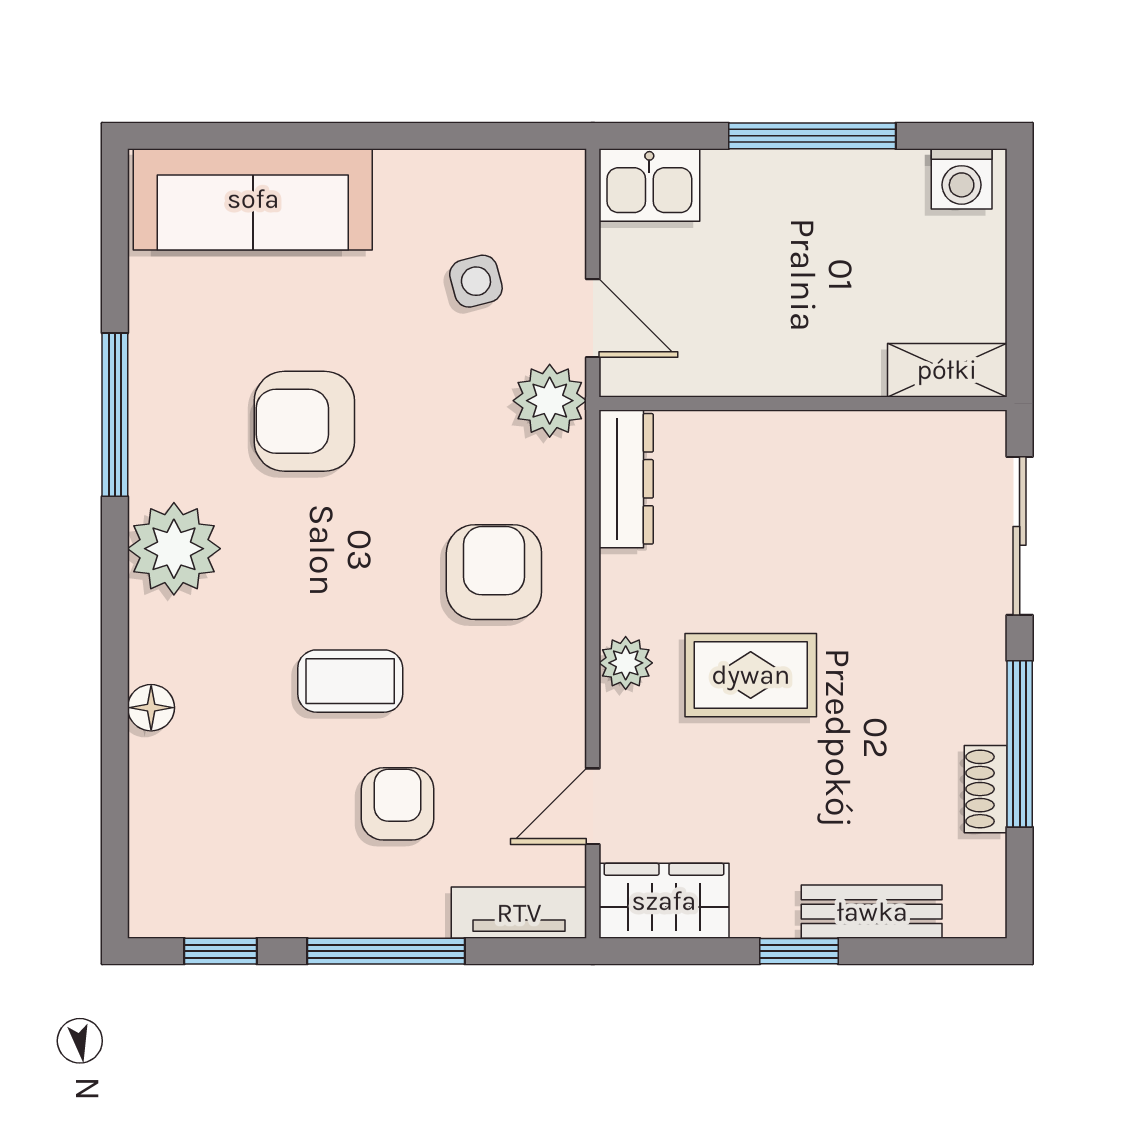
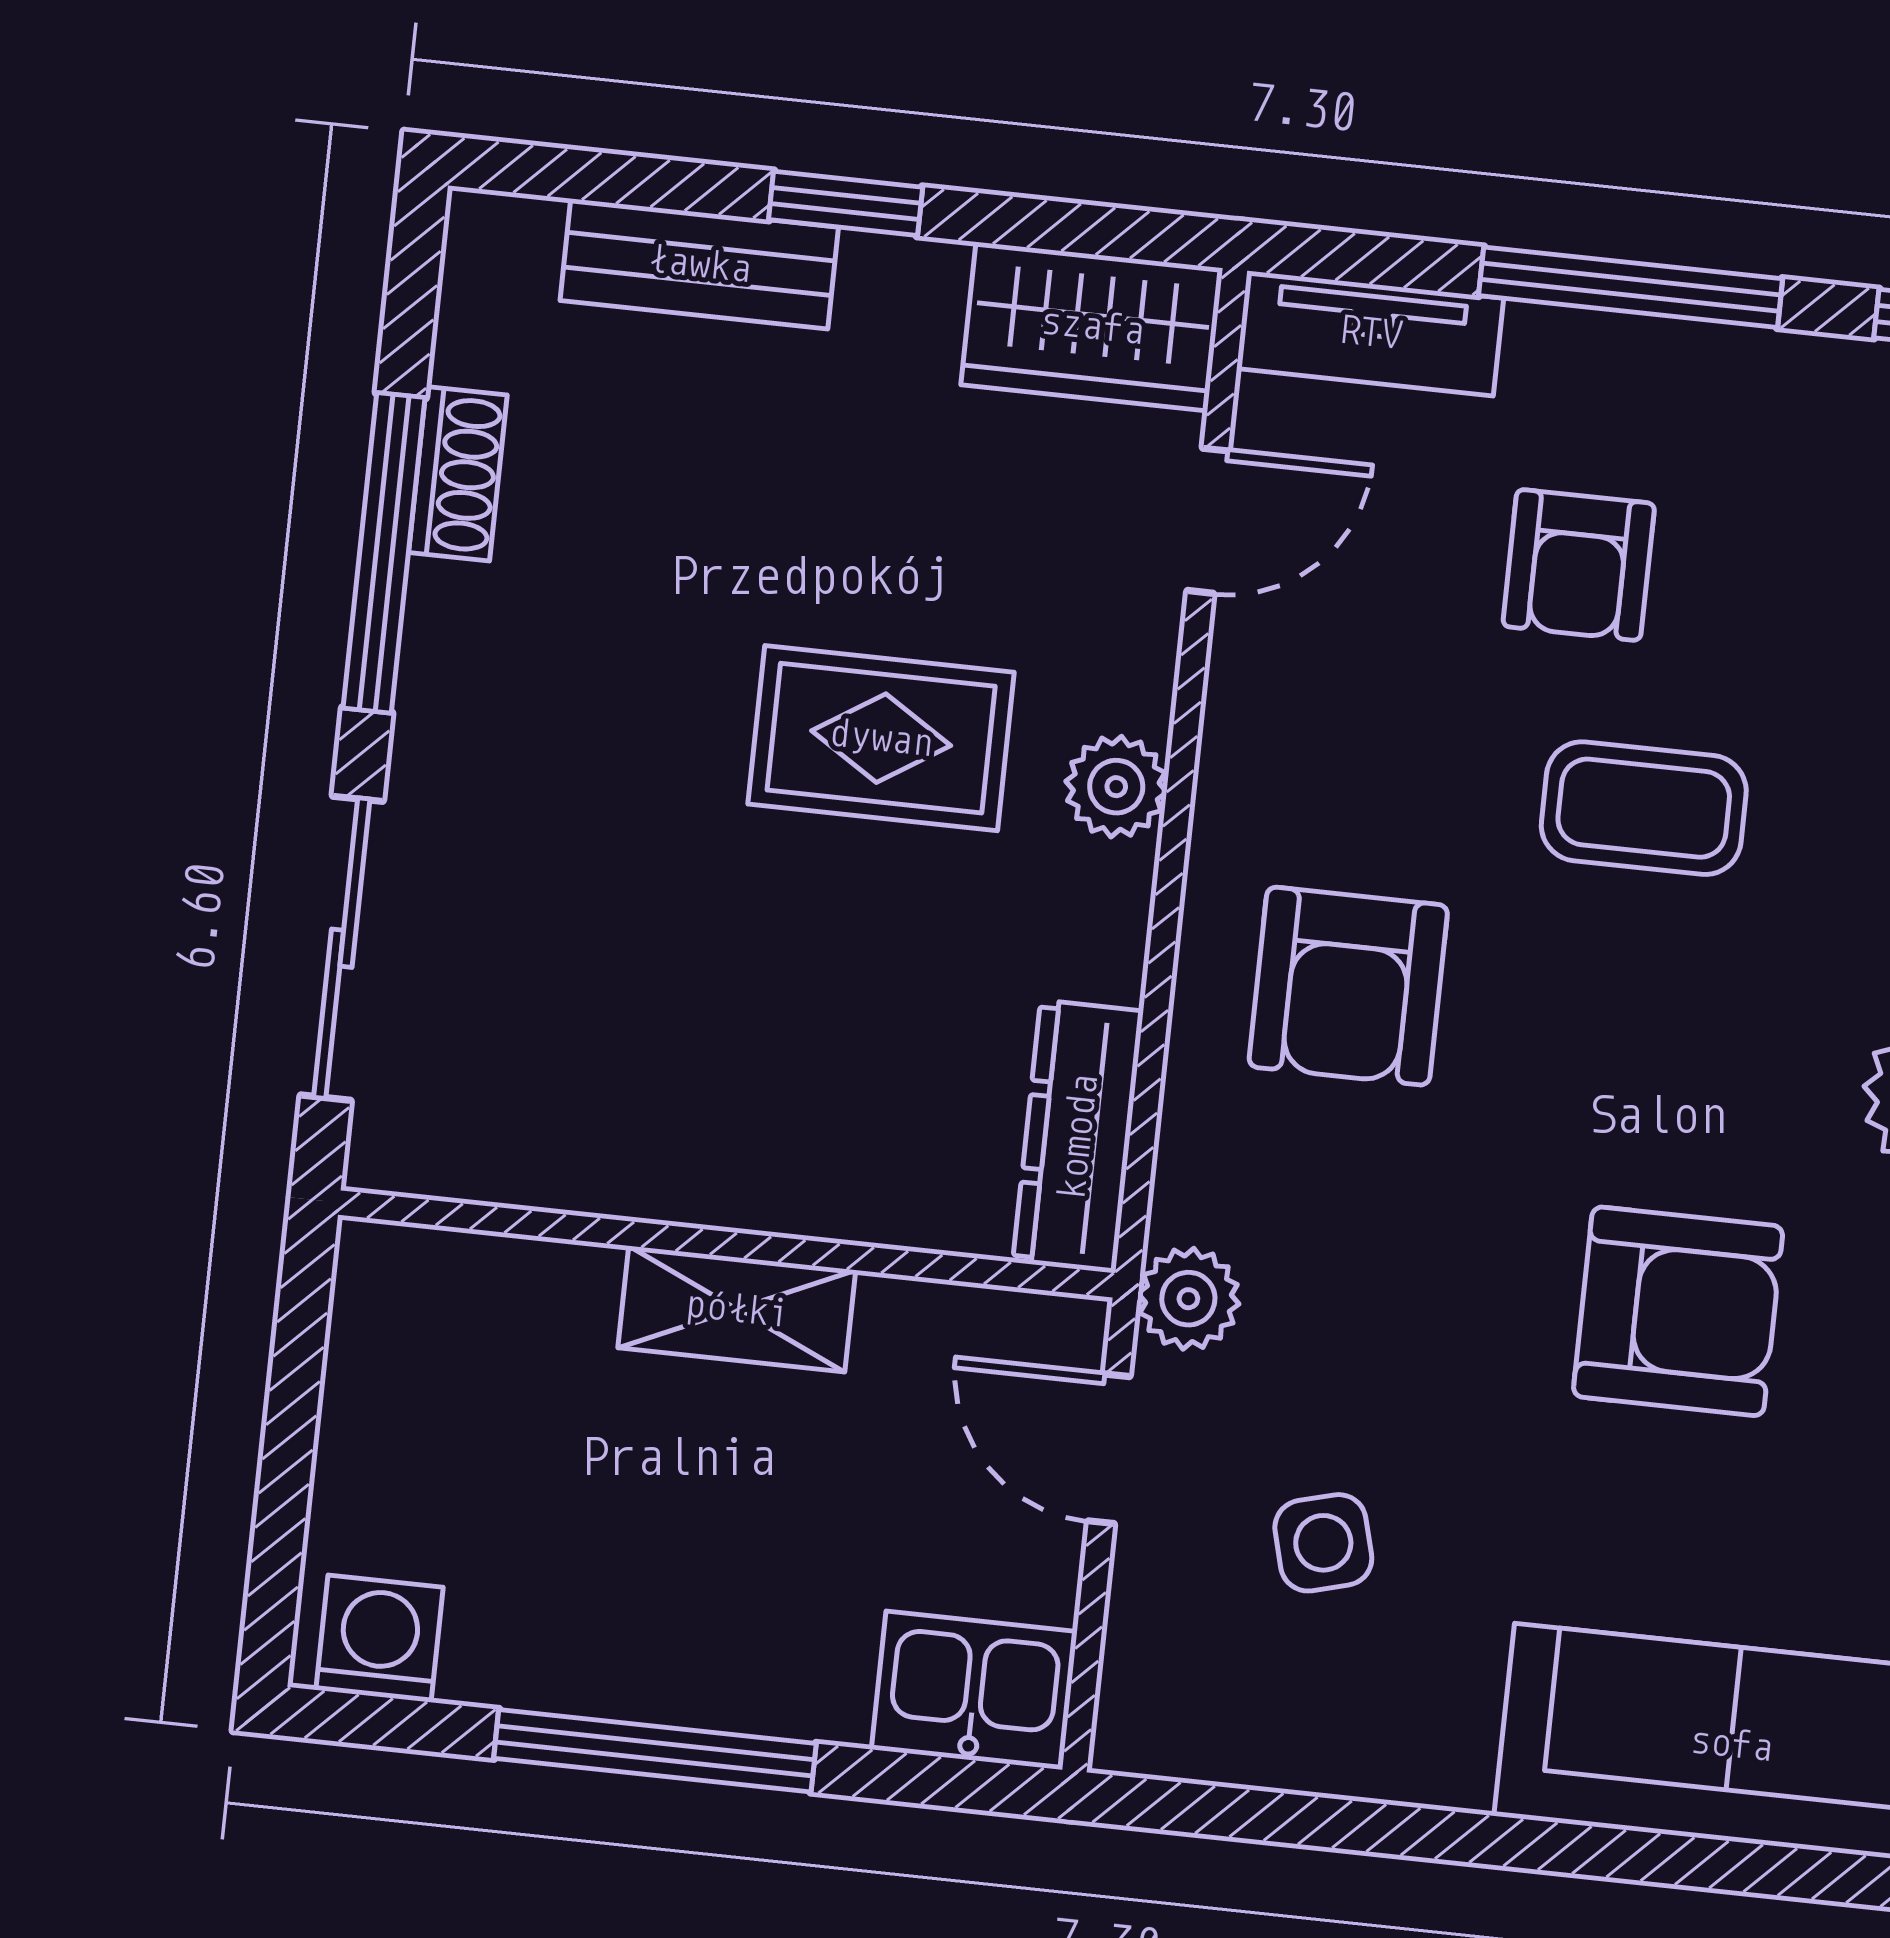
shelving: (947, 370) -> (737, 1309), moved
plant: (550, 401) -> (1188, 1299), width x0.73, depth x0.73

